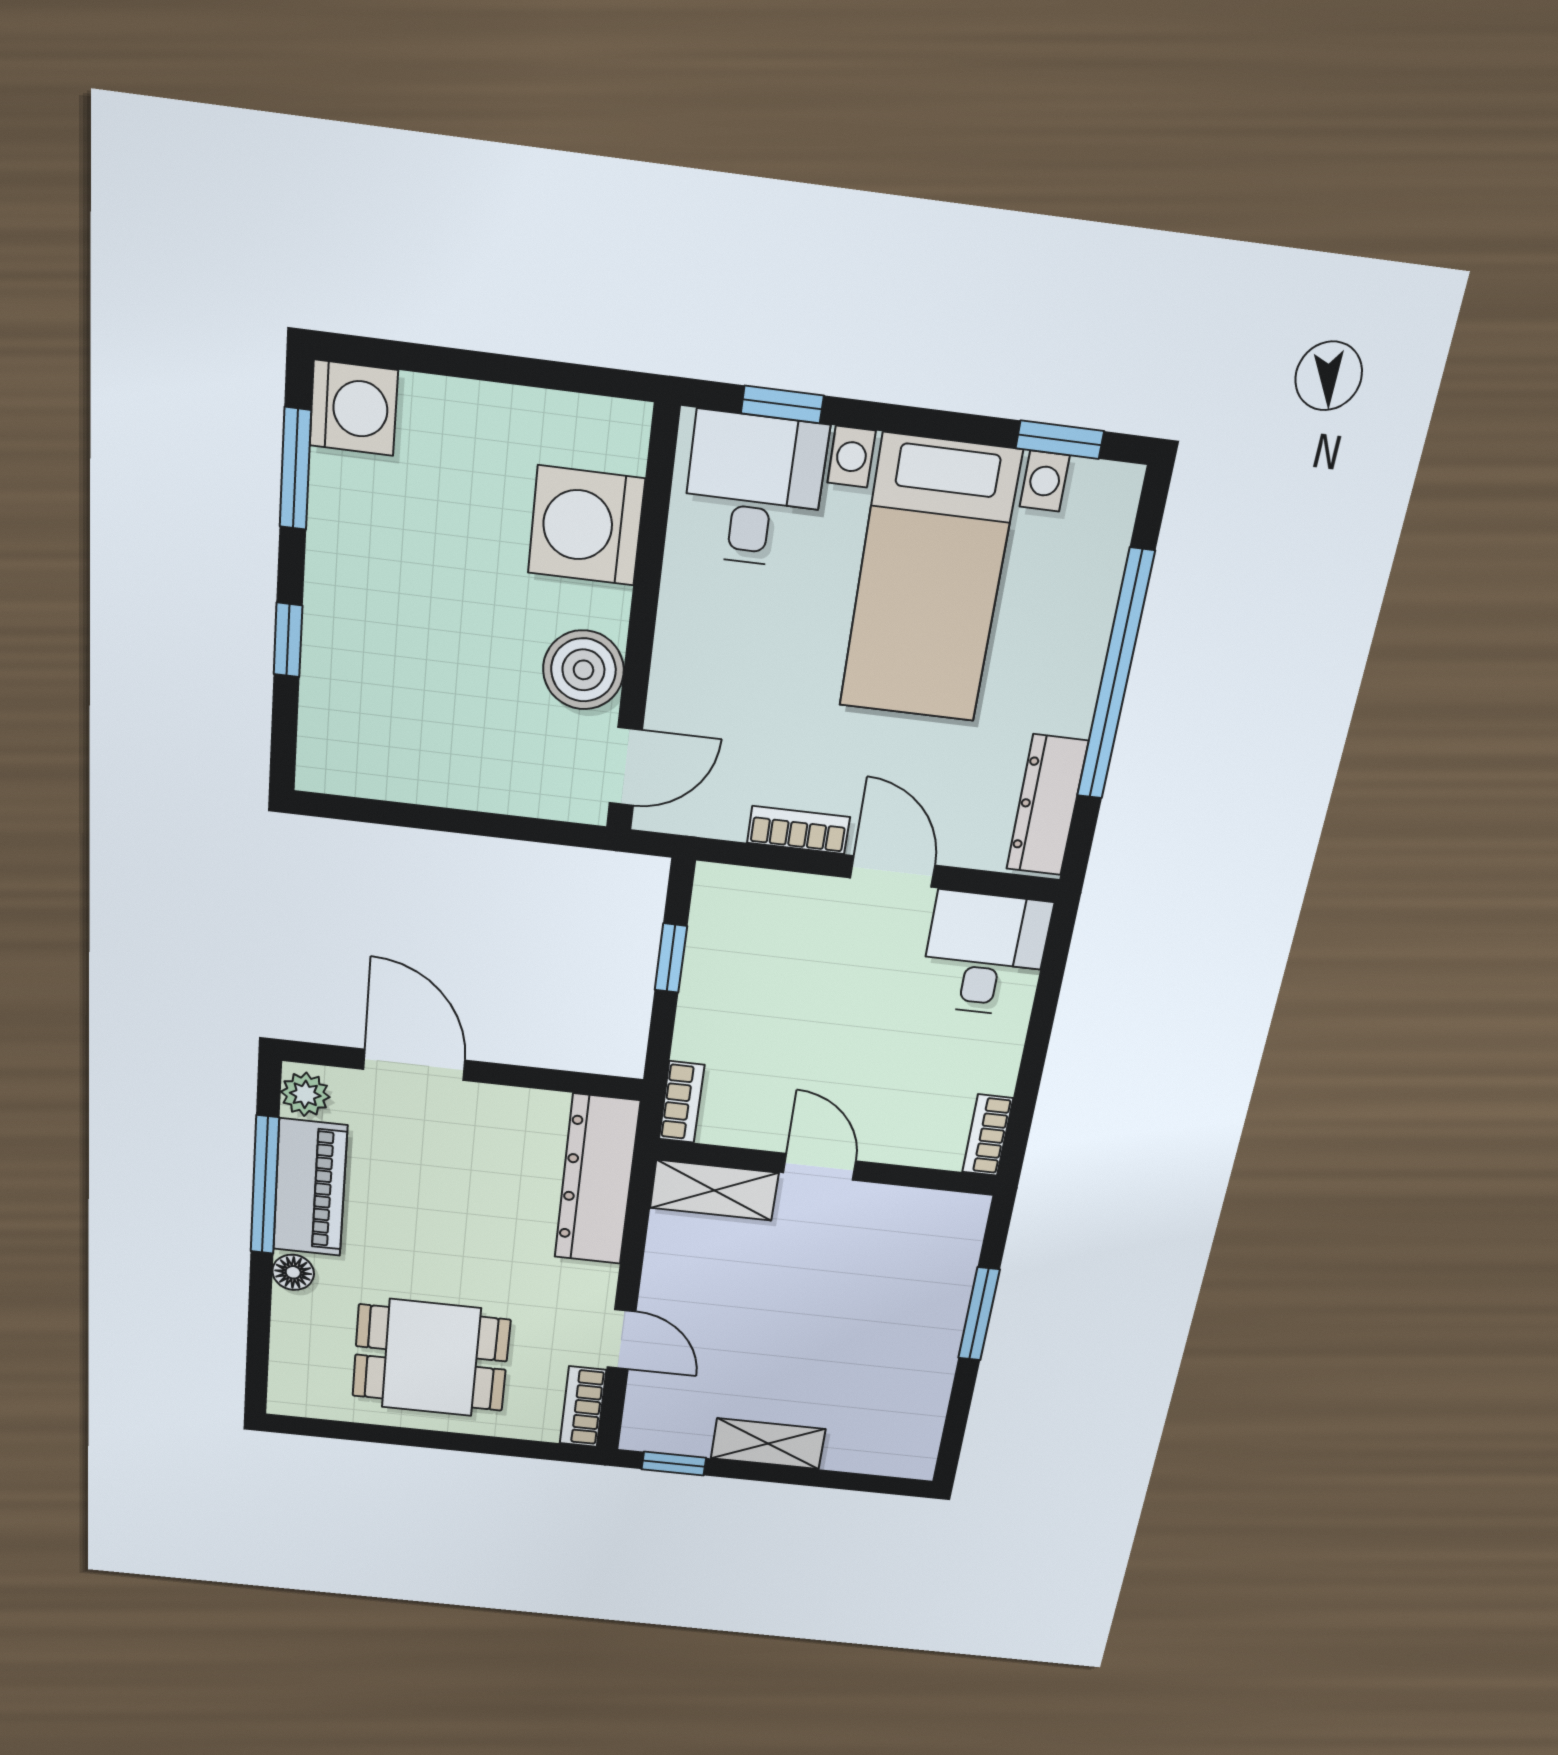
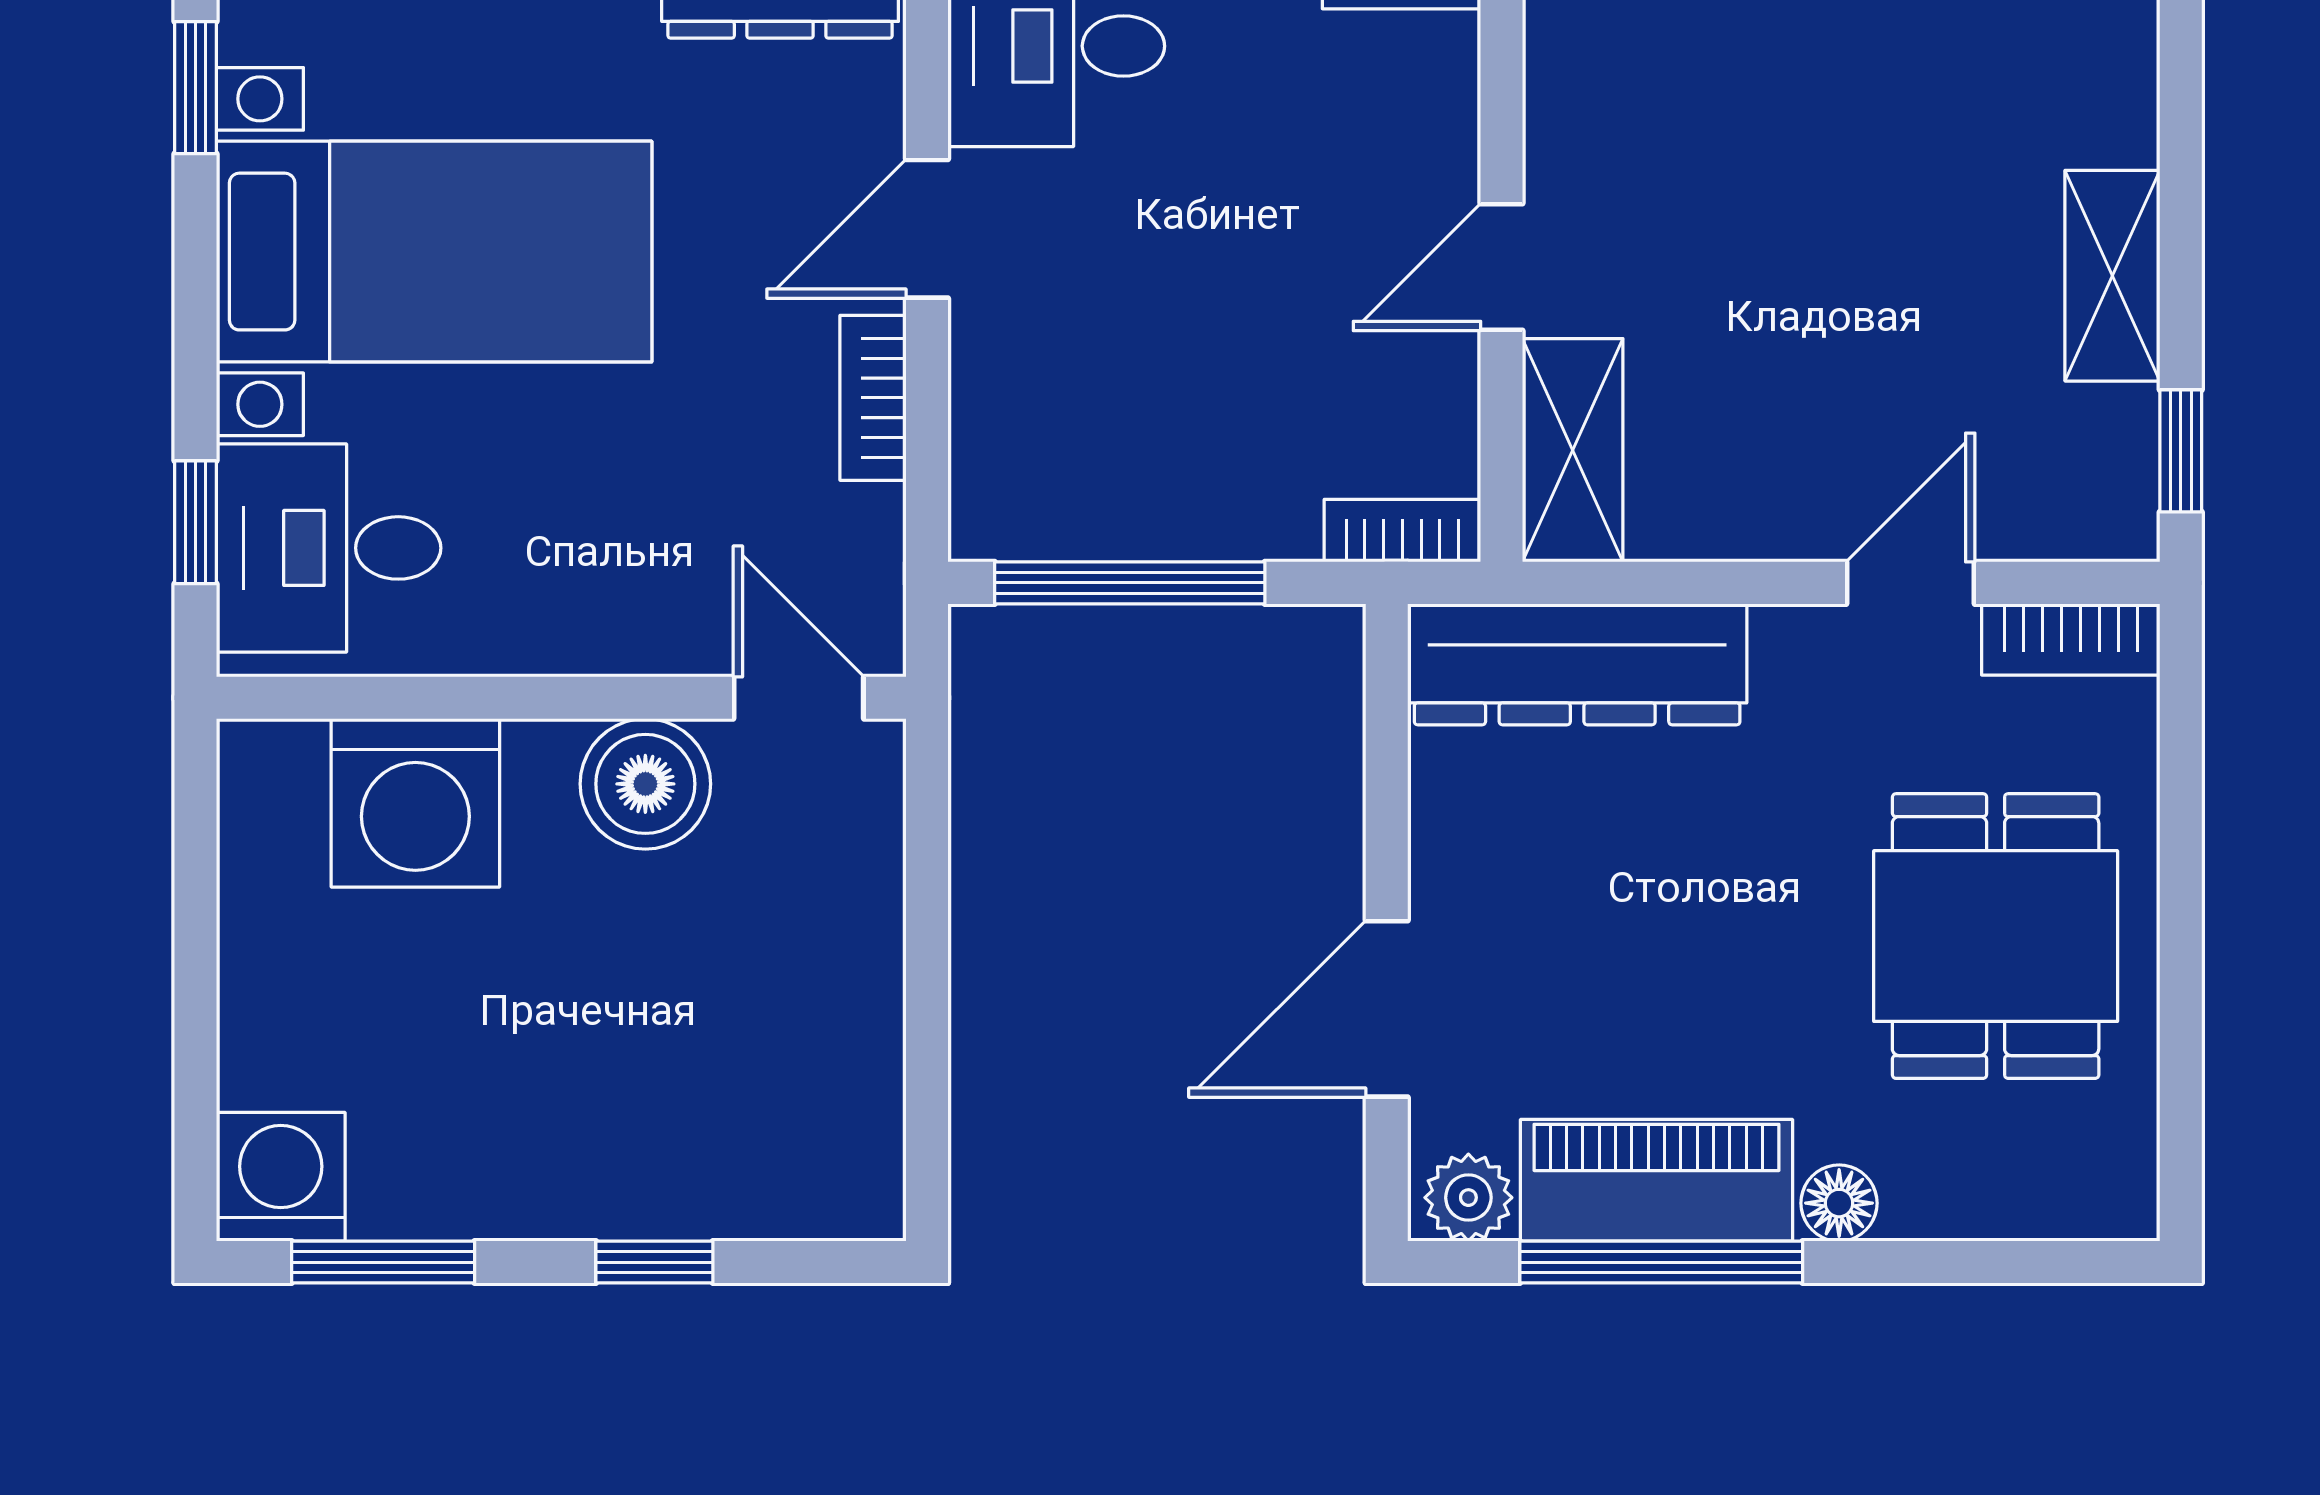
window: (671, 958) -> (1130, 583), width x2.17

